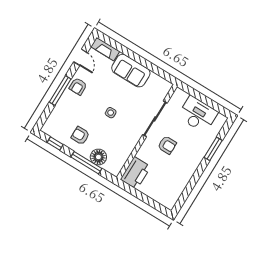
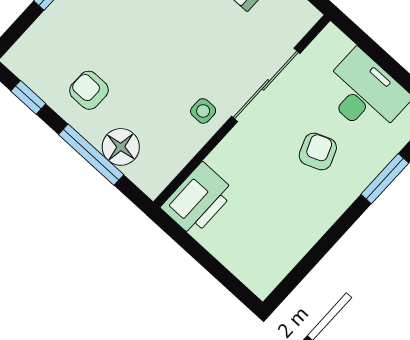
side table: (111, 113) -> (203, 111), moved
armchair: (167, 145) -> (318, 152), moved, turned -112

